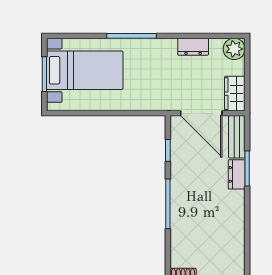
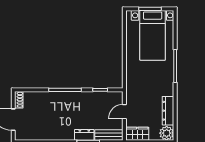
dresser: (193, 47) -> (168, 111), width x1.44
door: (201, 113) -> (124, 112), width x0.53

